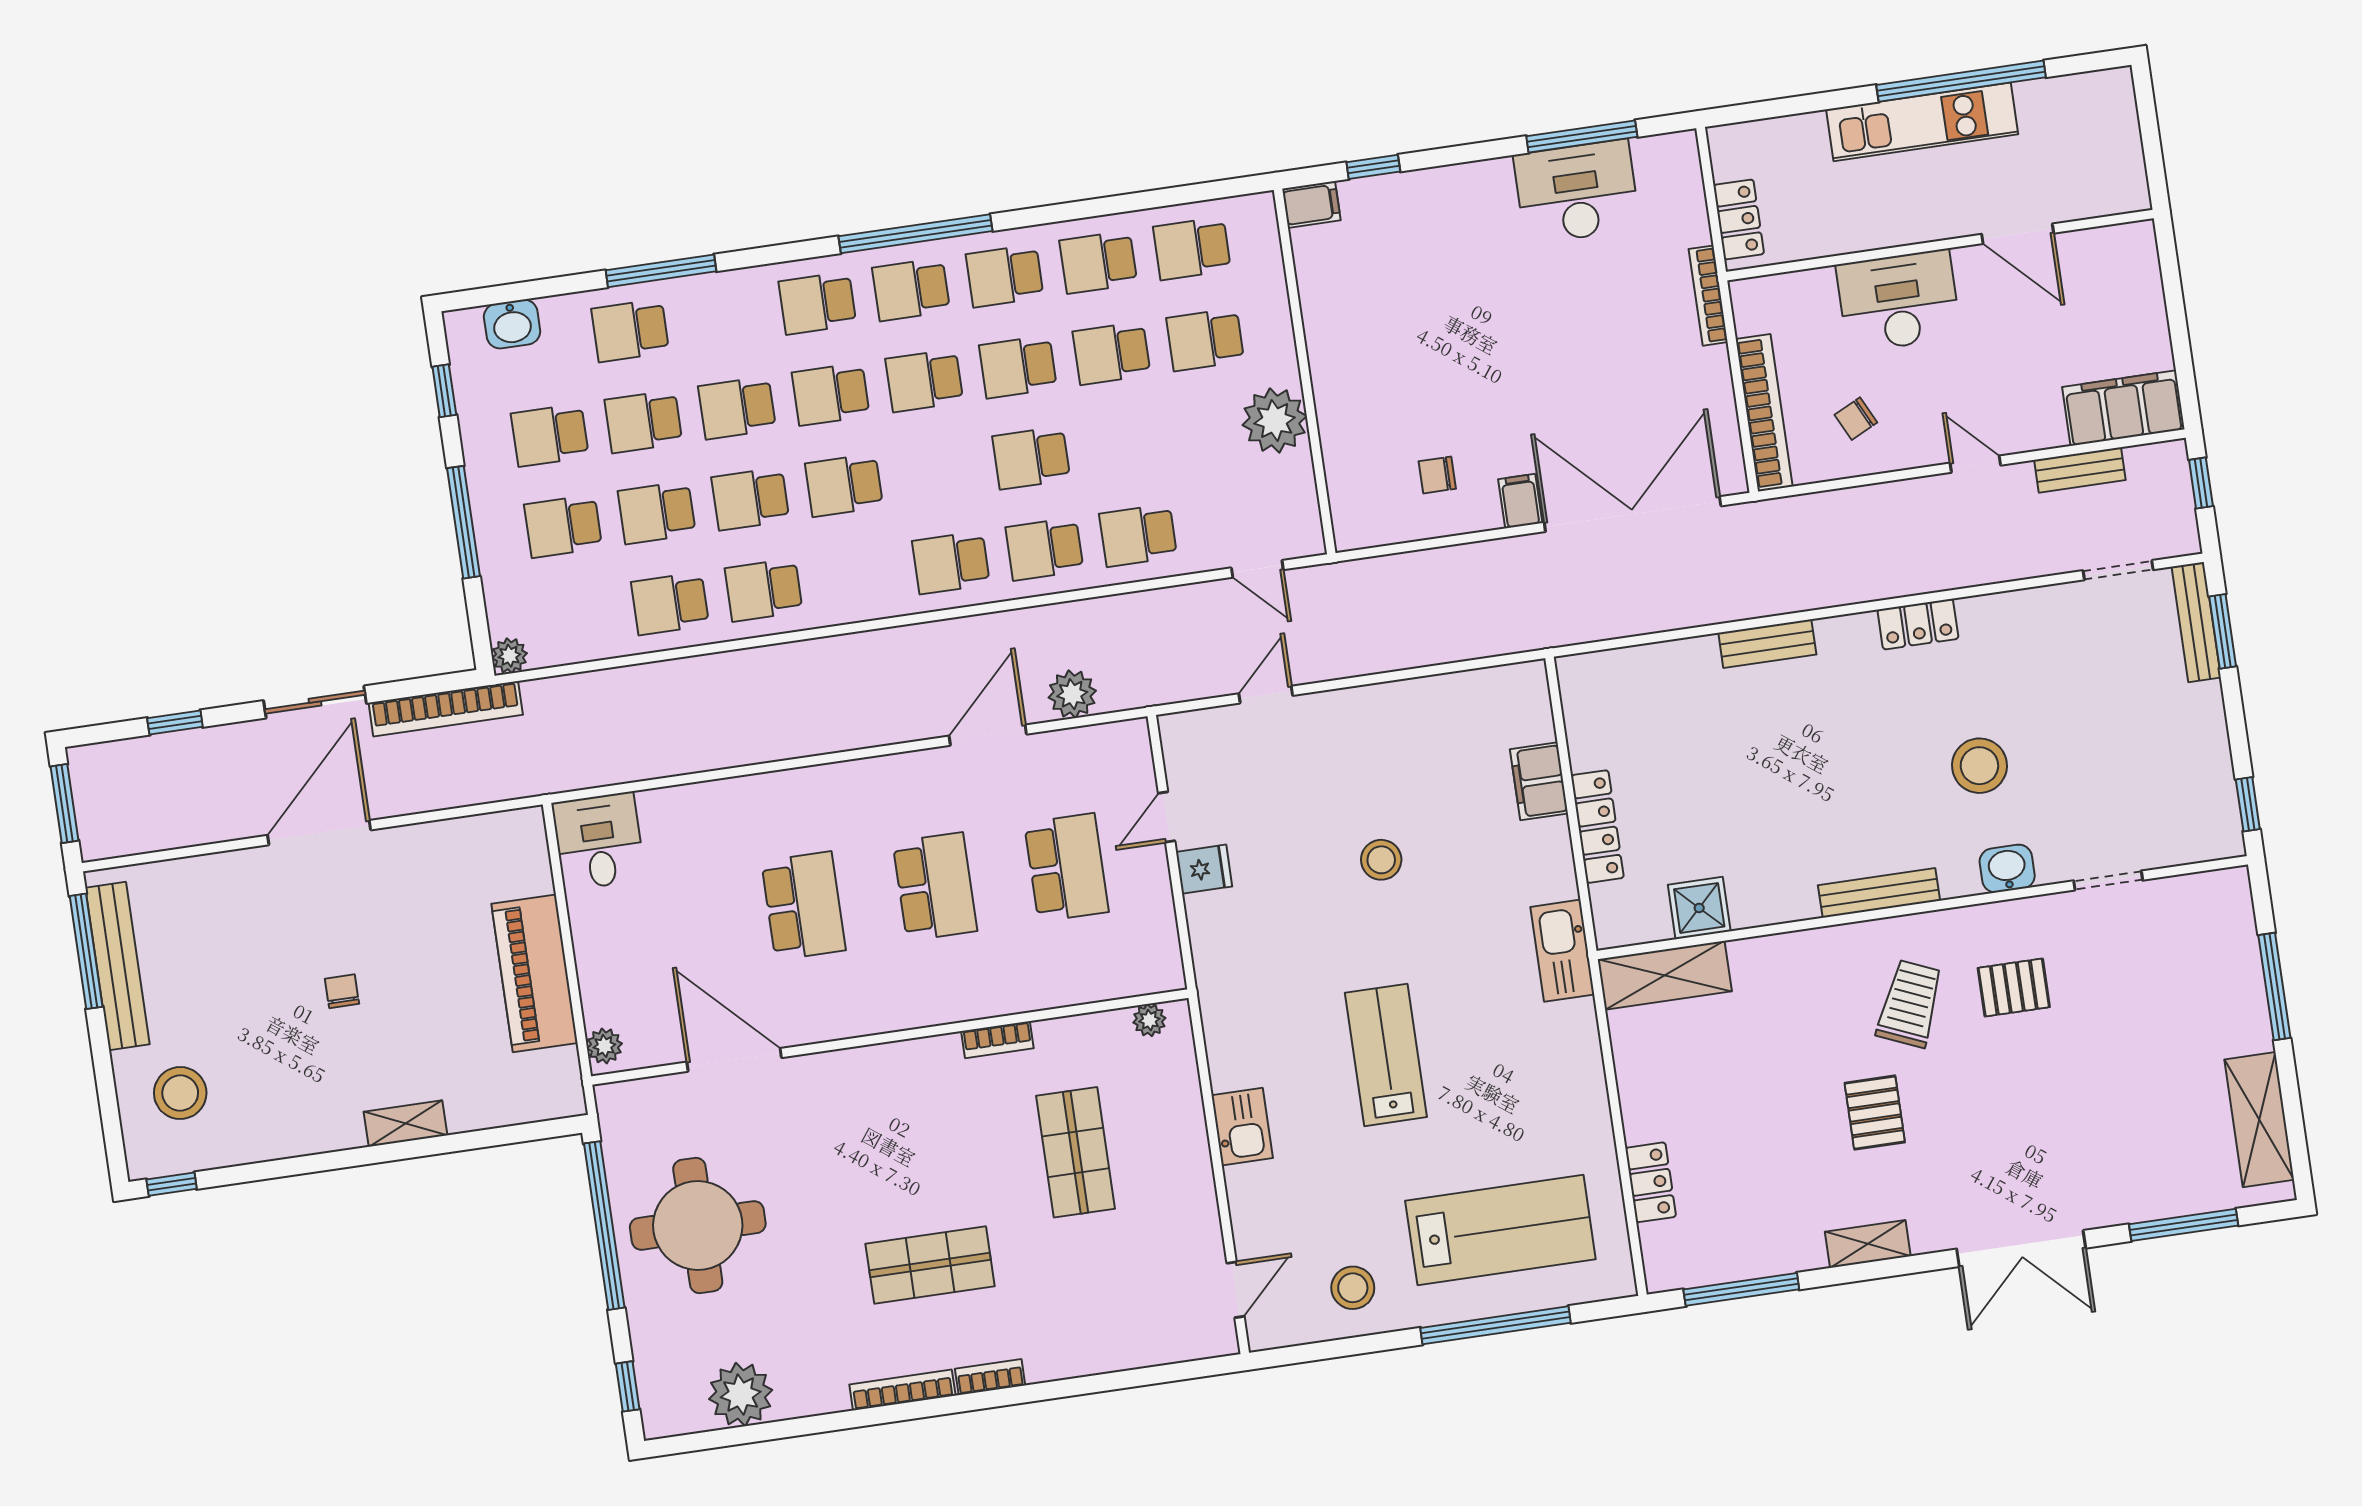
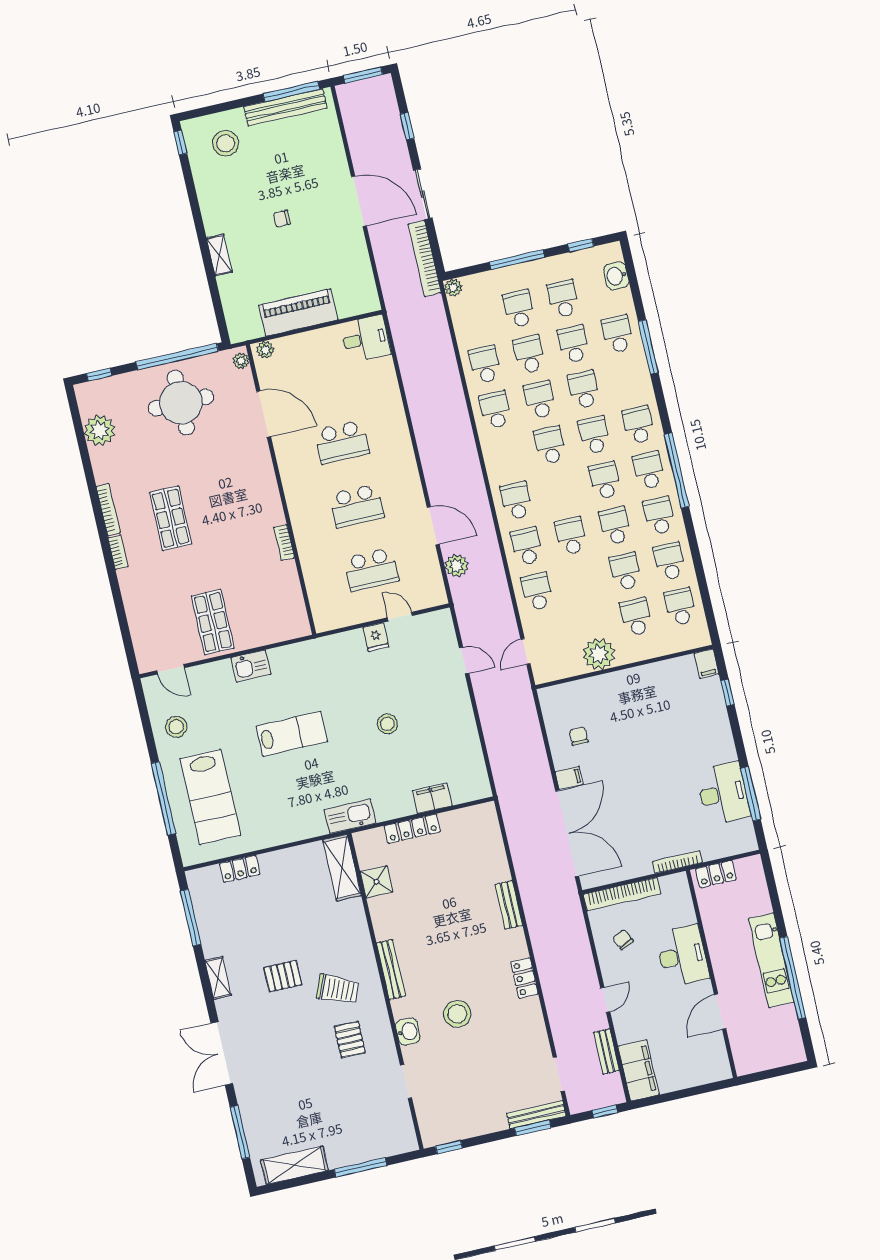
chair: (342, 991) -> (282, 219), turned 180
plant: (1149, 1020) -> (241, 361), moved
door: (734, 1060) -> (264, 414), hinge flipped
shop shelf: (1076, 1152) -> (213, 622), moved, turned 90

